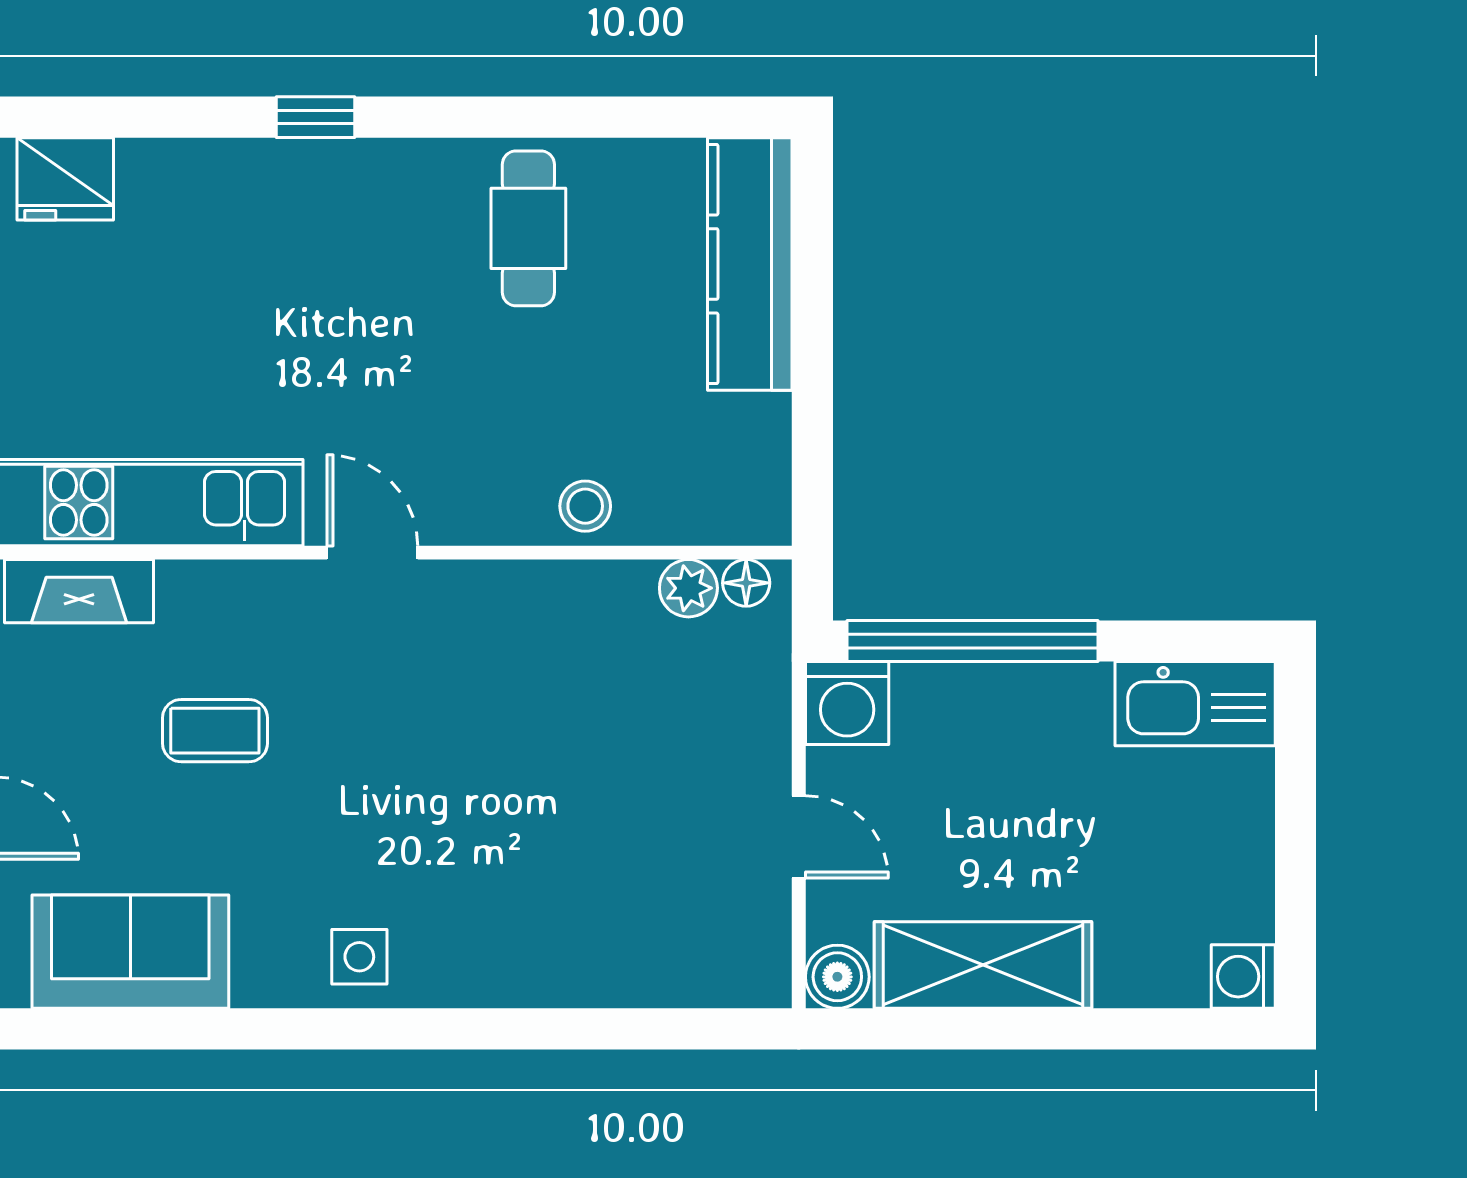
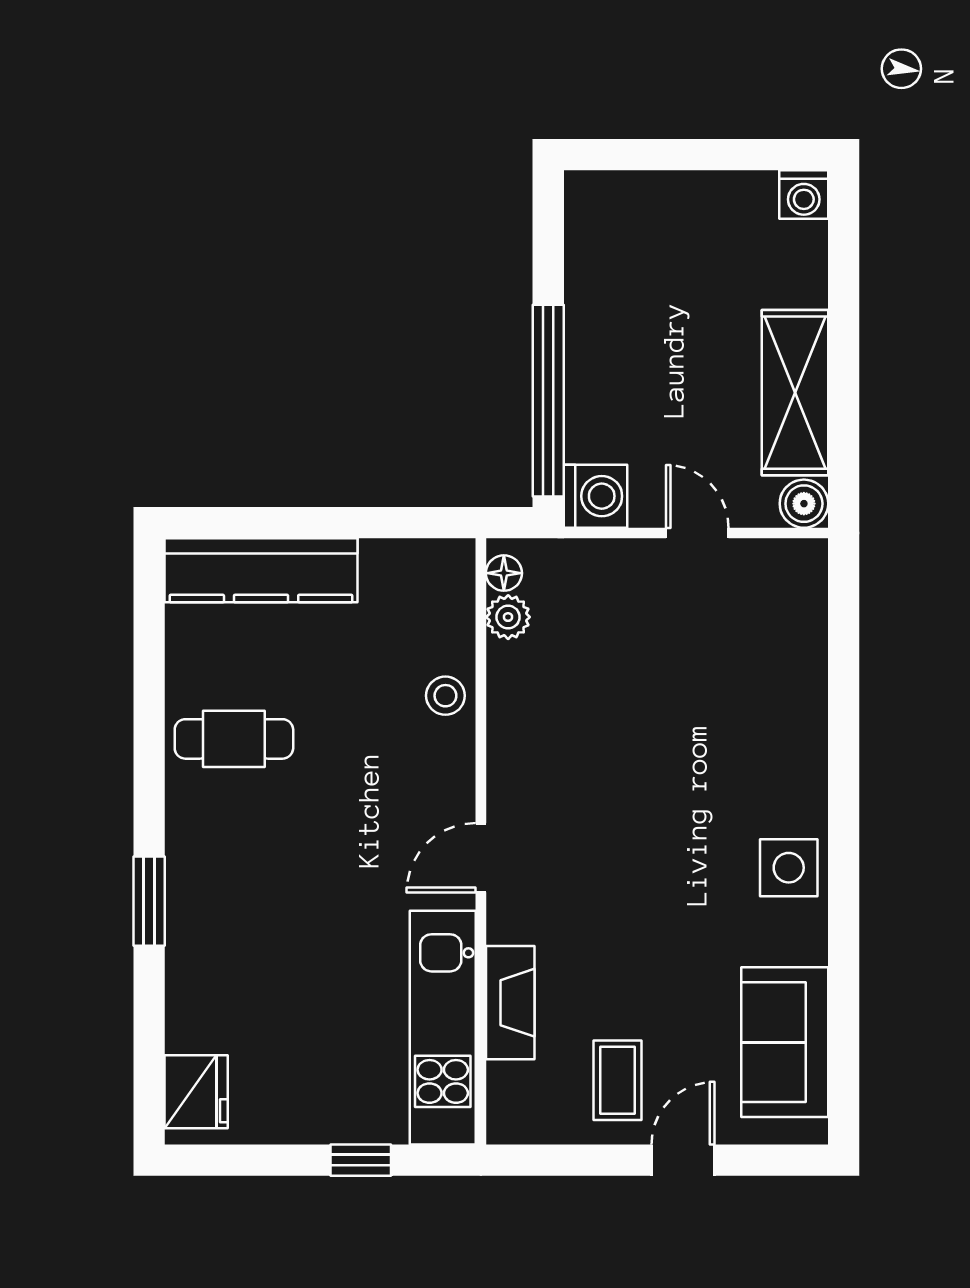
window: (315, 117) -> (149, 901), width x1.50
fireplace: (79, 591) -> (510, 1003), moved
kitchen sink: (1195, 704) -> (596, 231), removed
coffee table: (215, 731) -> (618, 1080), moved
door: (799, 837) -> (697, 533), hinge flipped
side table: (359, 957) -> (789, 868), width x1.37, depth x1.37

